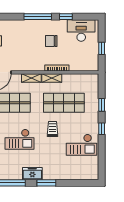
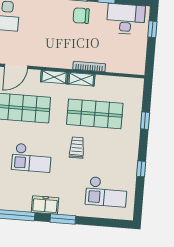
chair: (51, 41) -> (81, 16), moved
window: (102, 48) -> (152, 29), moved
window: (102, 129) -> (141, 169), moved
checkout: (82, 145) -> (106, 192), moved

